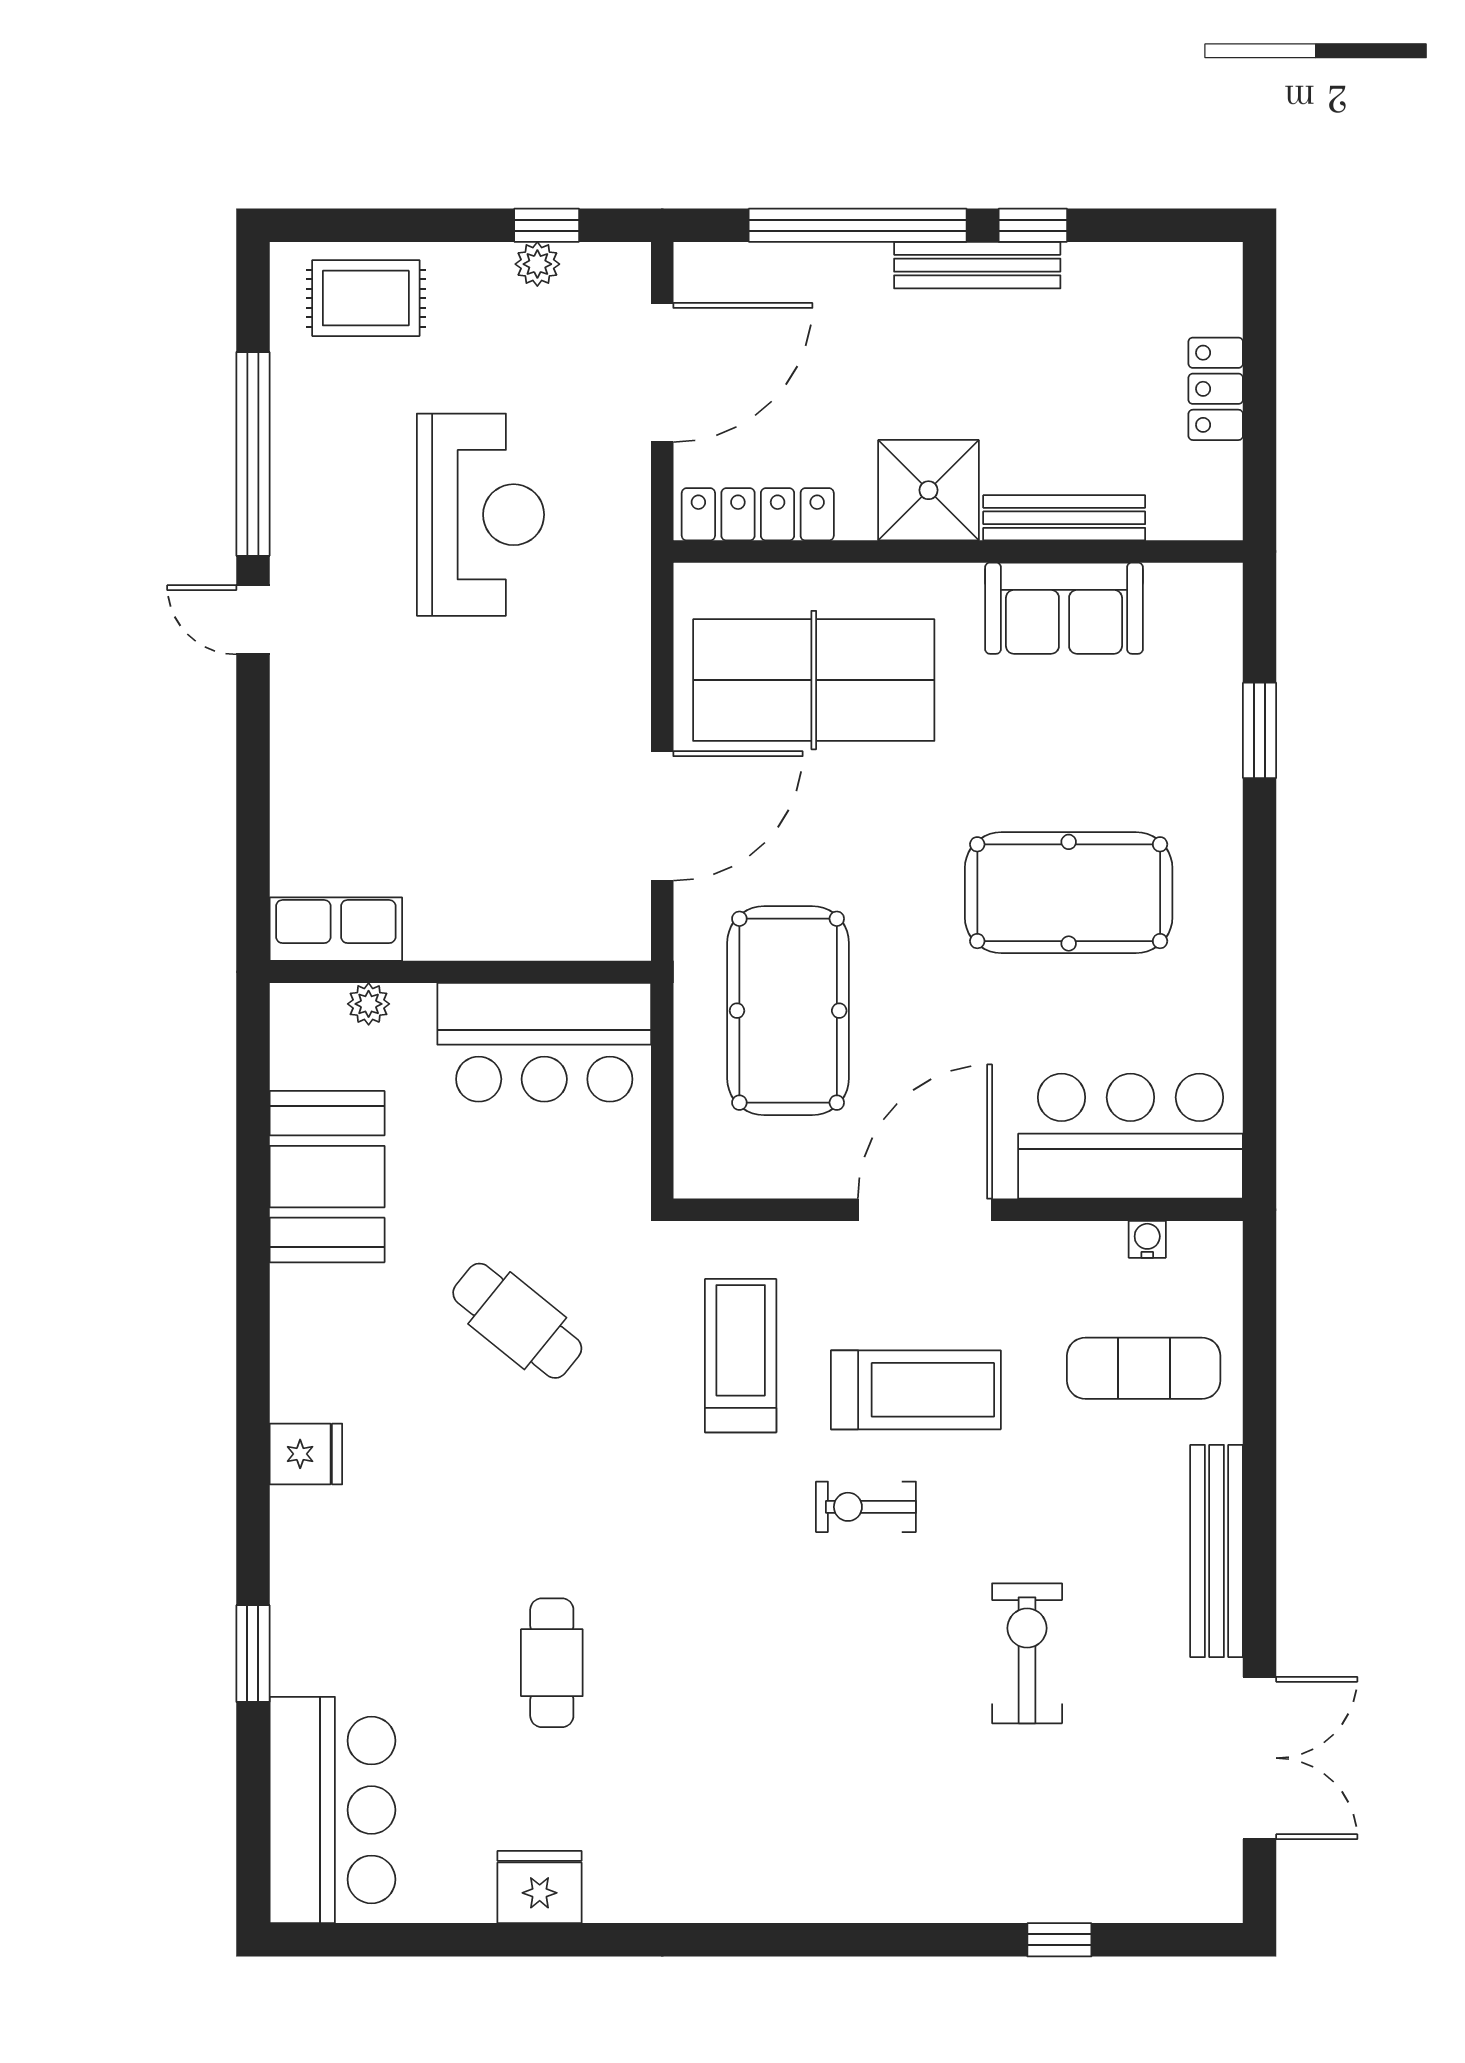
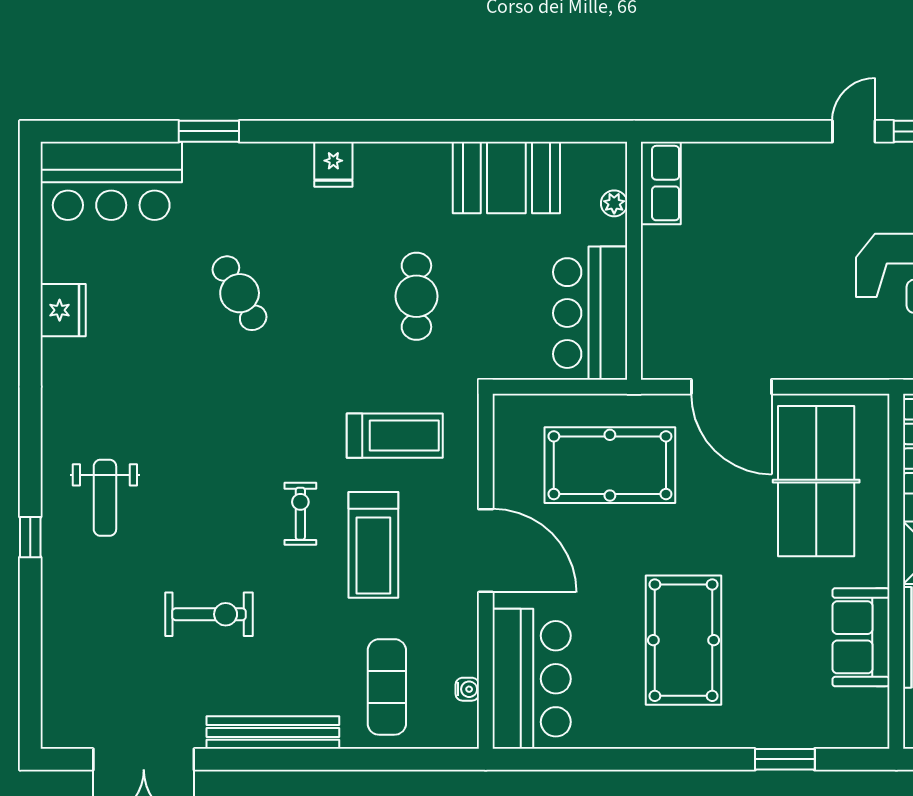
cafe table: (517, 1321) -> (416, 296), turned -39
cafe table: (552, 1663) -> (240, 293), moved, turned 61
weight bench: (840, 1820) -> (105, 498), added
window: (1059, 1940) -> (30, 537), moved

